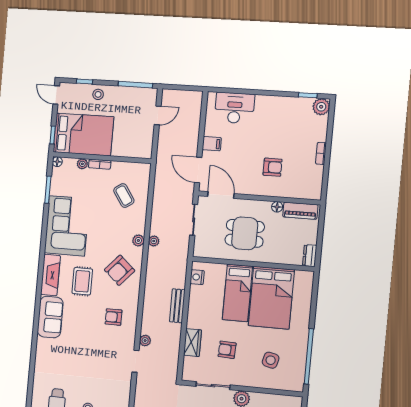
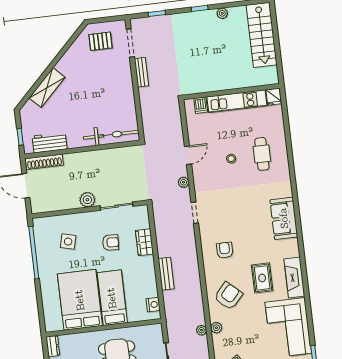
sofa: (50, 317) -> (284, 218), moved
armchair: (114, 317) -> (225, 250), turned -90
plant: (145, 341) -> (184, 182), moved

